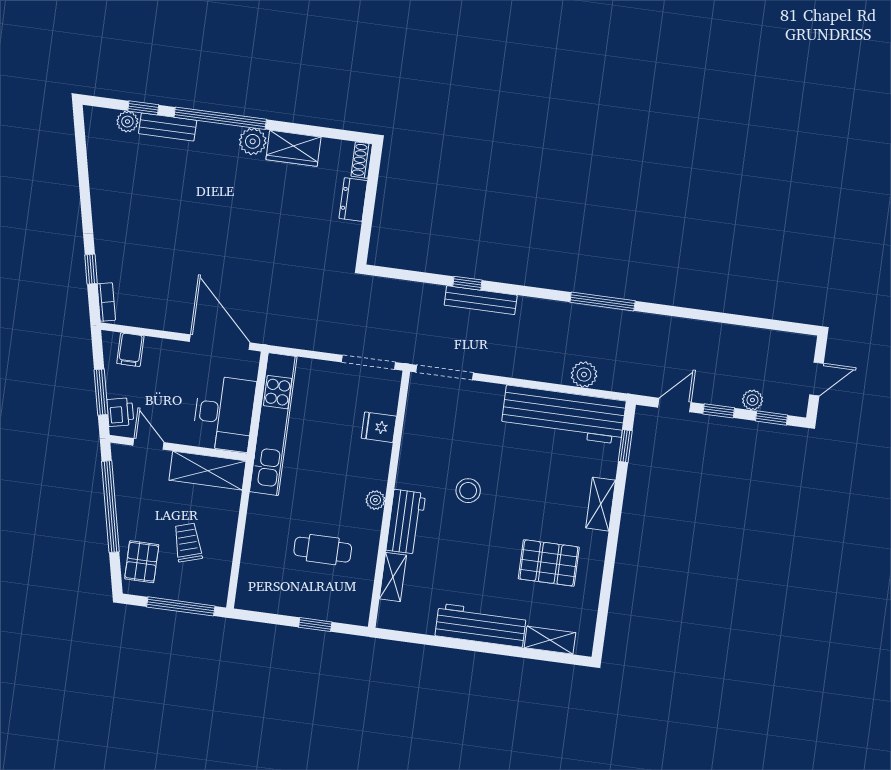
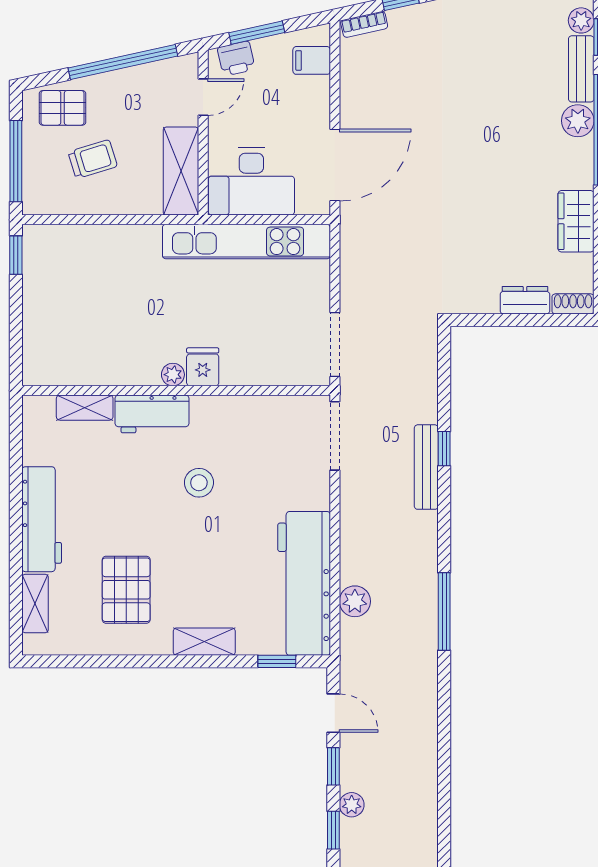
plant: (253, 141) -> (578, 121), moved
fridge: (379, 427) -> (203, 367), moved
cafe table: (323, 550) -> (106, 320), removed
window: (315, 625) -> (16, 255), moved

